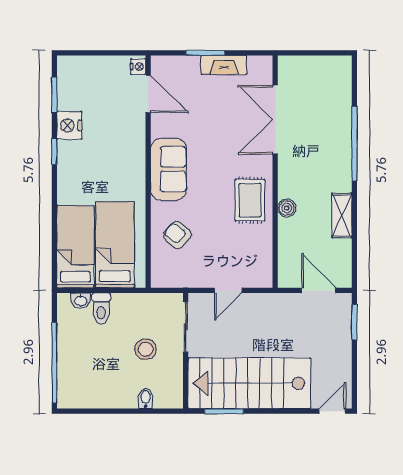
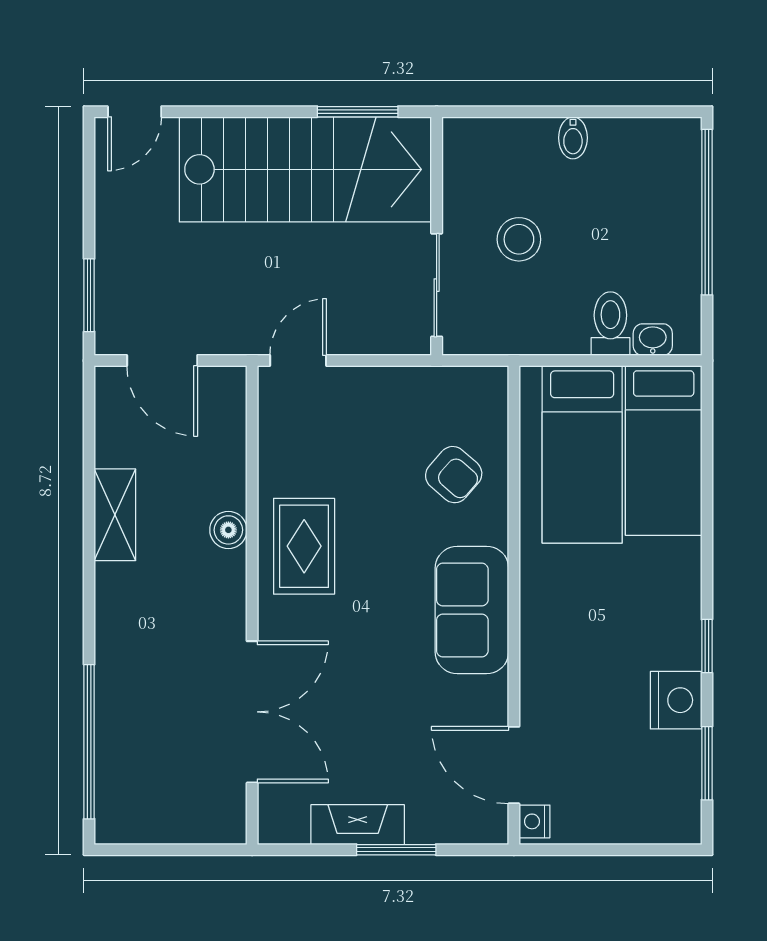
window: (354, 144) -> (89, 742), moved
door: (228, 290) -> (298, 361), moved
bidet: (146, 398) -> (573, 138), moved

